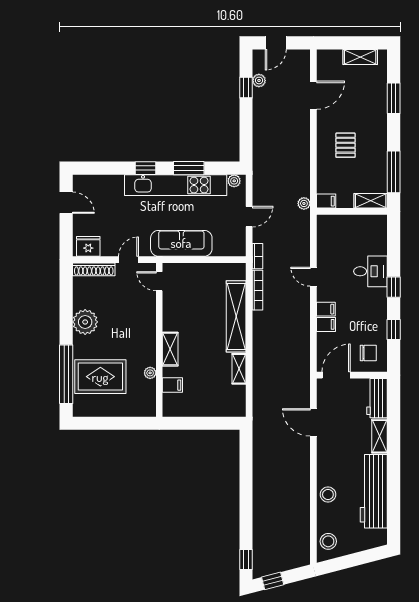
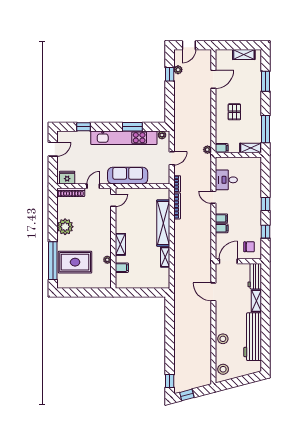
window: (146, 168) -> (84, 127), moved
door: (66, 203) -> (53, 149), hinge flipped
desk: (370, 271) -> (226, 180), moved, turned 180
door: (159, 281) -> (113, 200), swing flipped

